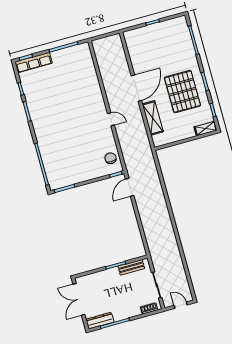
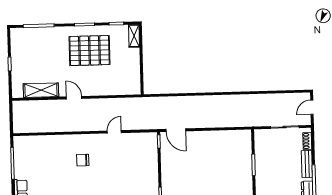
door: (136, 88) -> (74, 98), width x0.53
shelving: (153, 118) -> (41, 90), moved
door: (111, 119) -> (114, 132), moved
chair: (111, 158) -> (83, 160), moved
bench: (131, 267) -> (307, 164), moved

